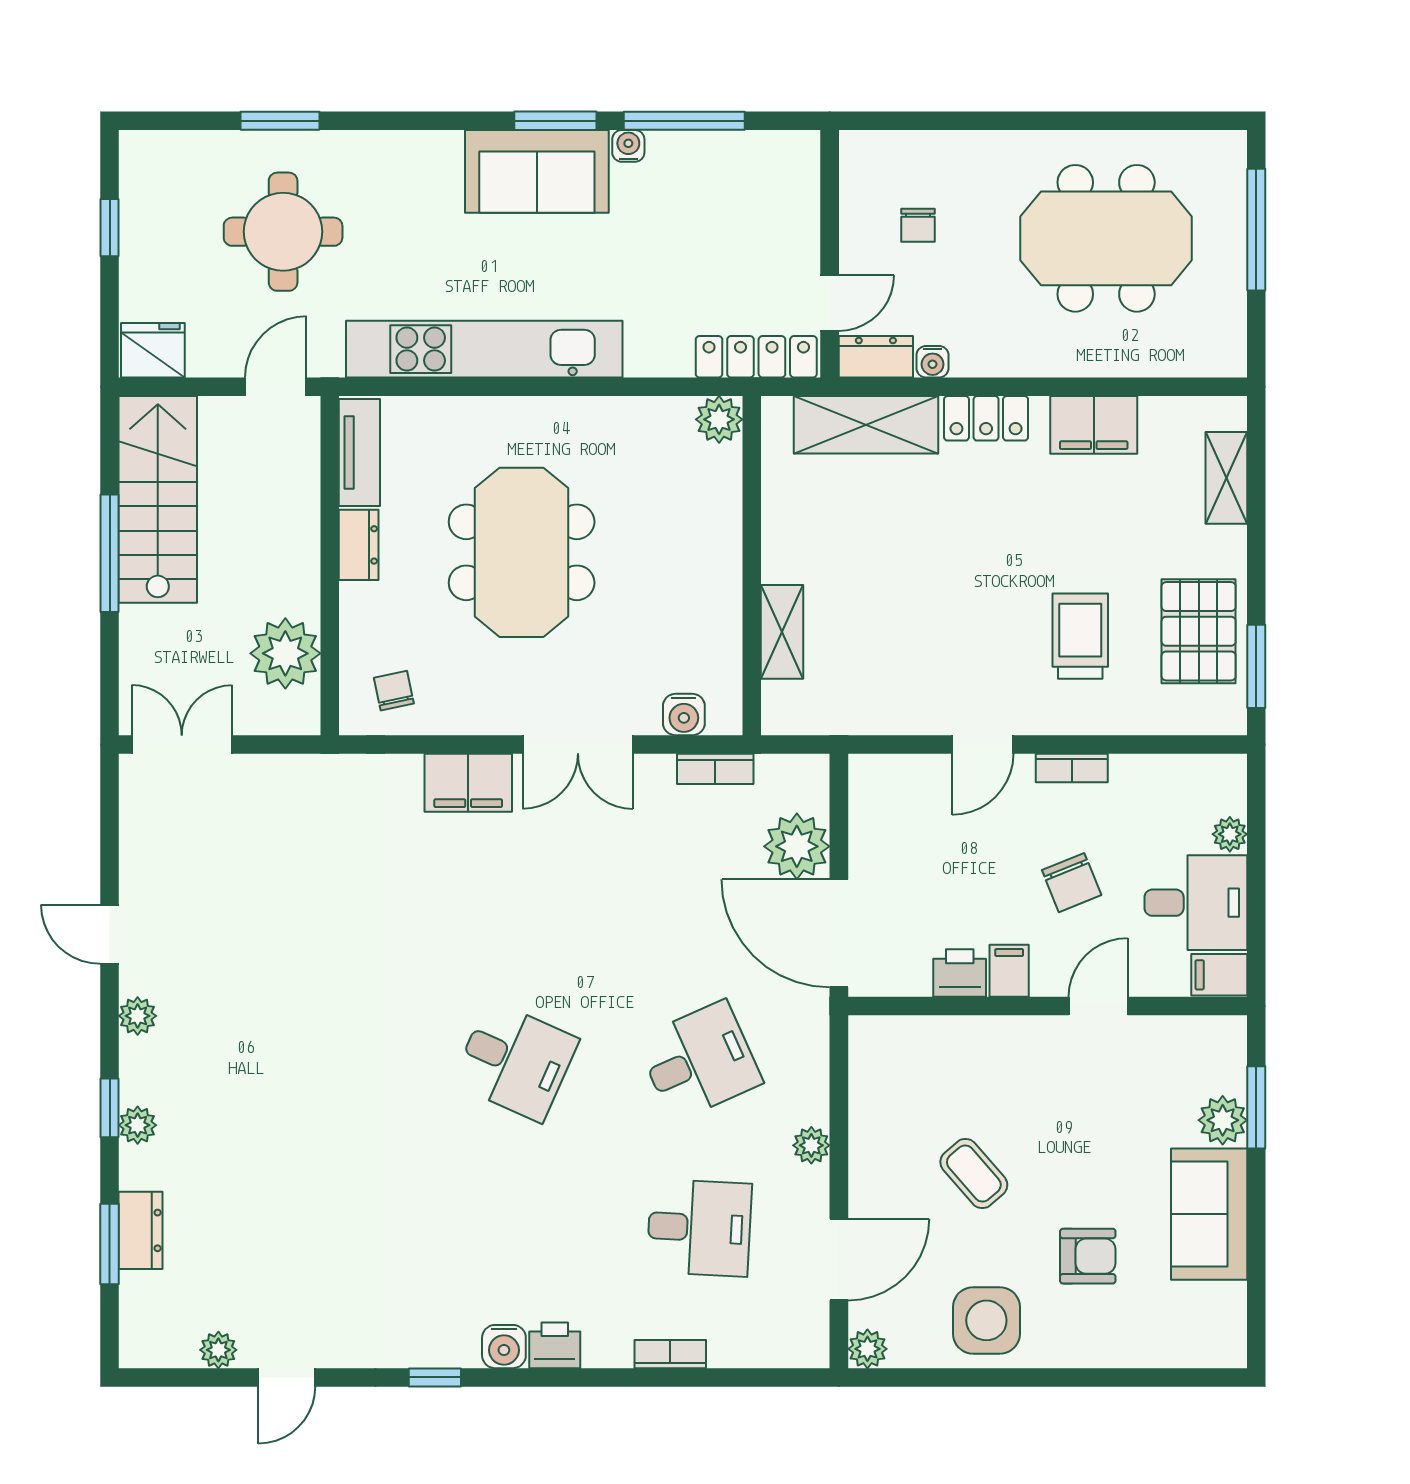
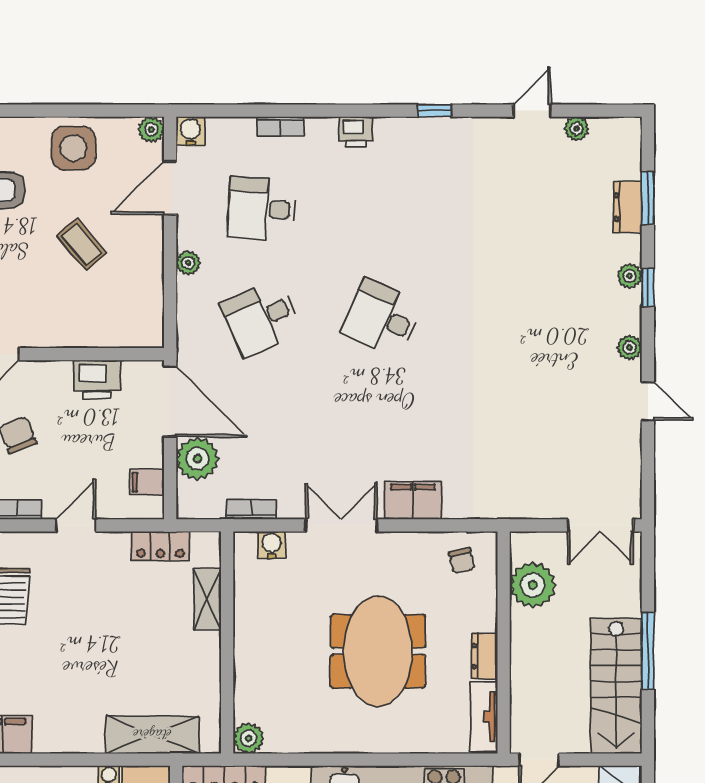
locker: (986, 418) -> (160, 546), moved, turned 180
filing cabinet: (1009, 971) -> (147, 482), moved, turned 90
printer: (960, 973) -> (97, 379), width x1.36, depth x1.24
water cooler: (504, 1347) -> (190, 131), moved

